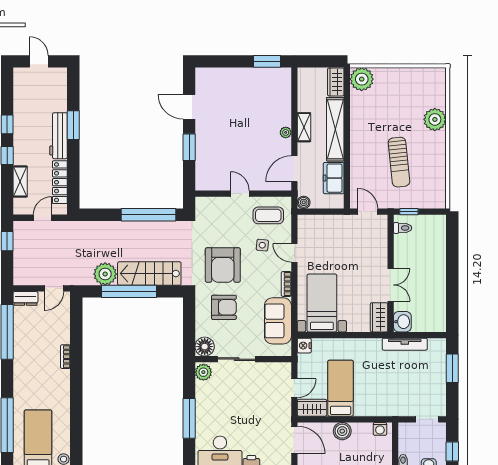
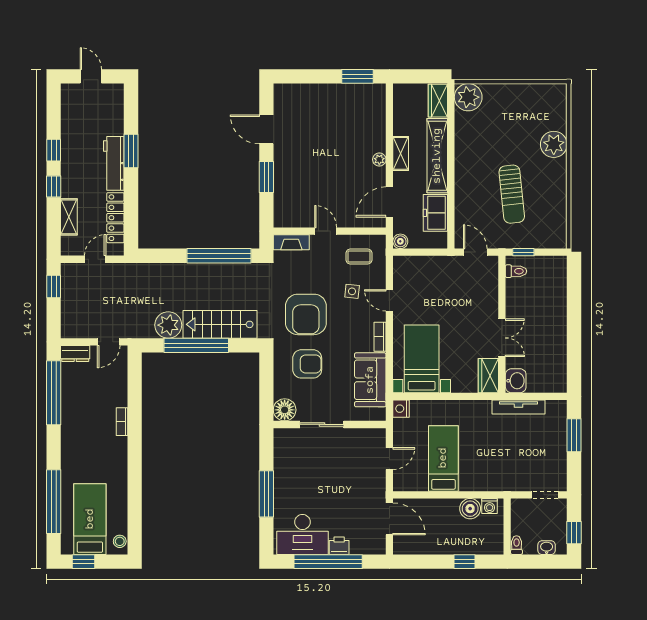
fireplace: (210, 203) -> (291, 242), added
coffee table: (268, 215) -> (359, 256), width x0.73, depth x0.77
plant: (203, 372) -> (283, 440), removed
wardrobe: (312, 408) -> (410, 481), removed
boiler: (342, 431) -> (470, 509), moved

